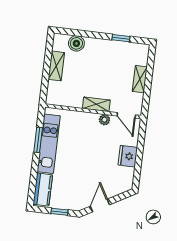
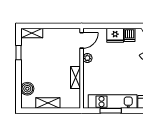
shelving: (140, 79) -> (32, 33), moved
shelving: (96, 104) -> (76, 77), moved
dishwasher: (126, 174) -> (130, 35), added

